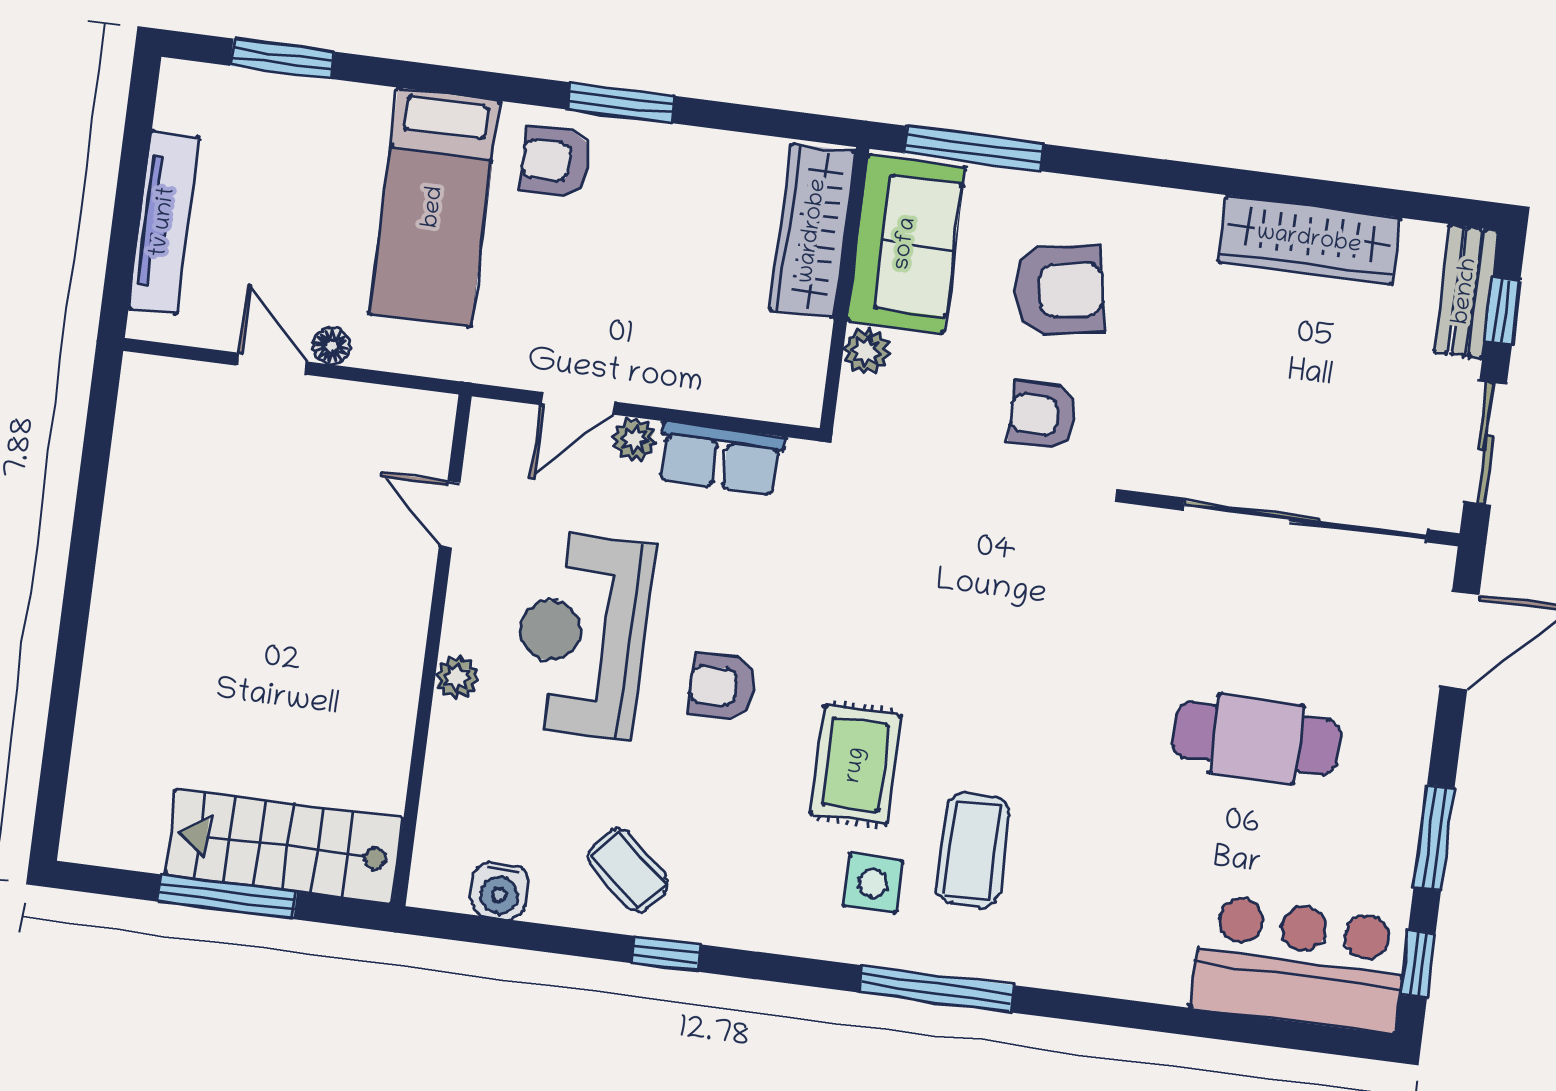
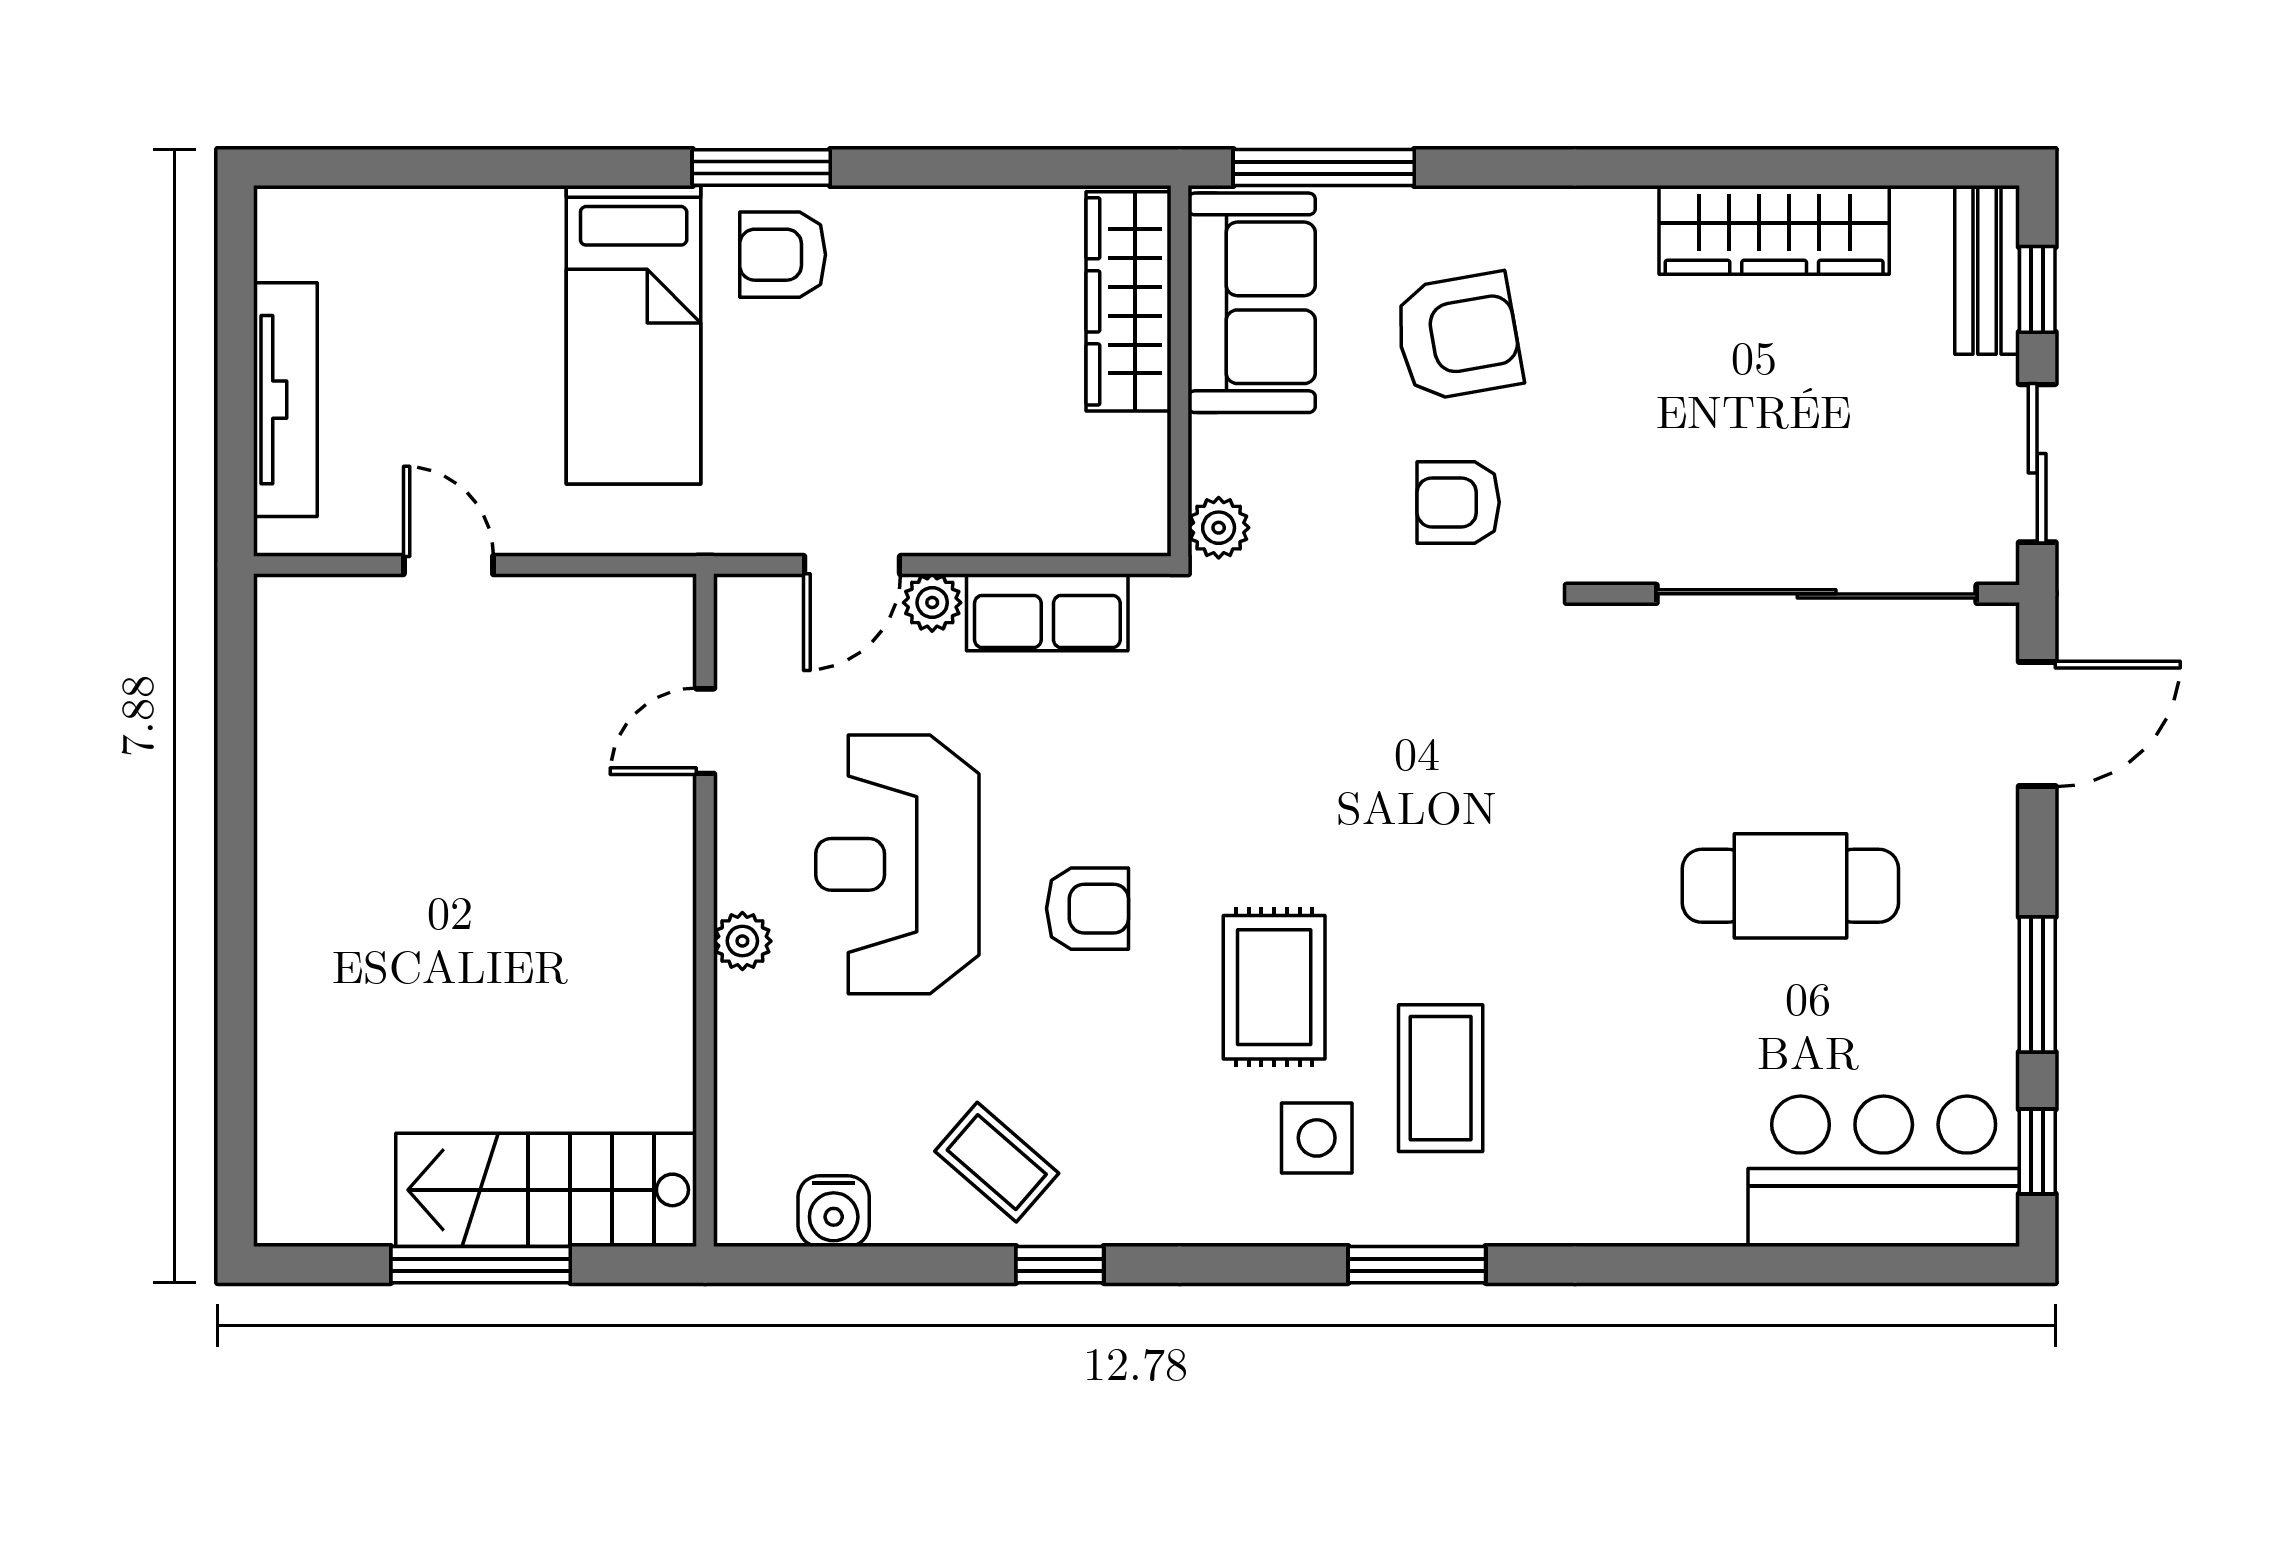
window: (282, 59) -> (411, 168), removed
window: (621, 103) -> (761, 168), moved
floor lamp: (331, 346) -> (523, 532), removed
plant: (866, 351) -> (1219, 528), moved
door: (450, 515) -> (705, 731), hinge flipped
armchair: (722, 687) -> (1087, 909), turned 180
window: (936, 989) -> (1417, 1265), width x0.69

